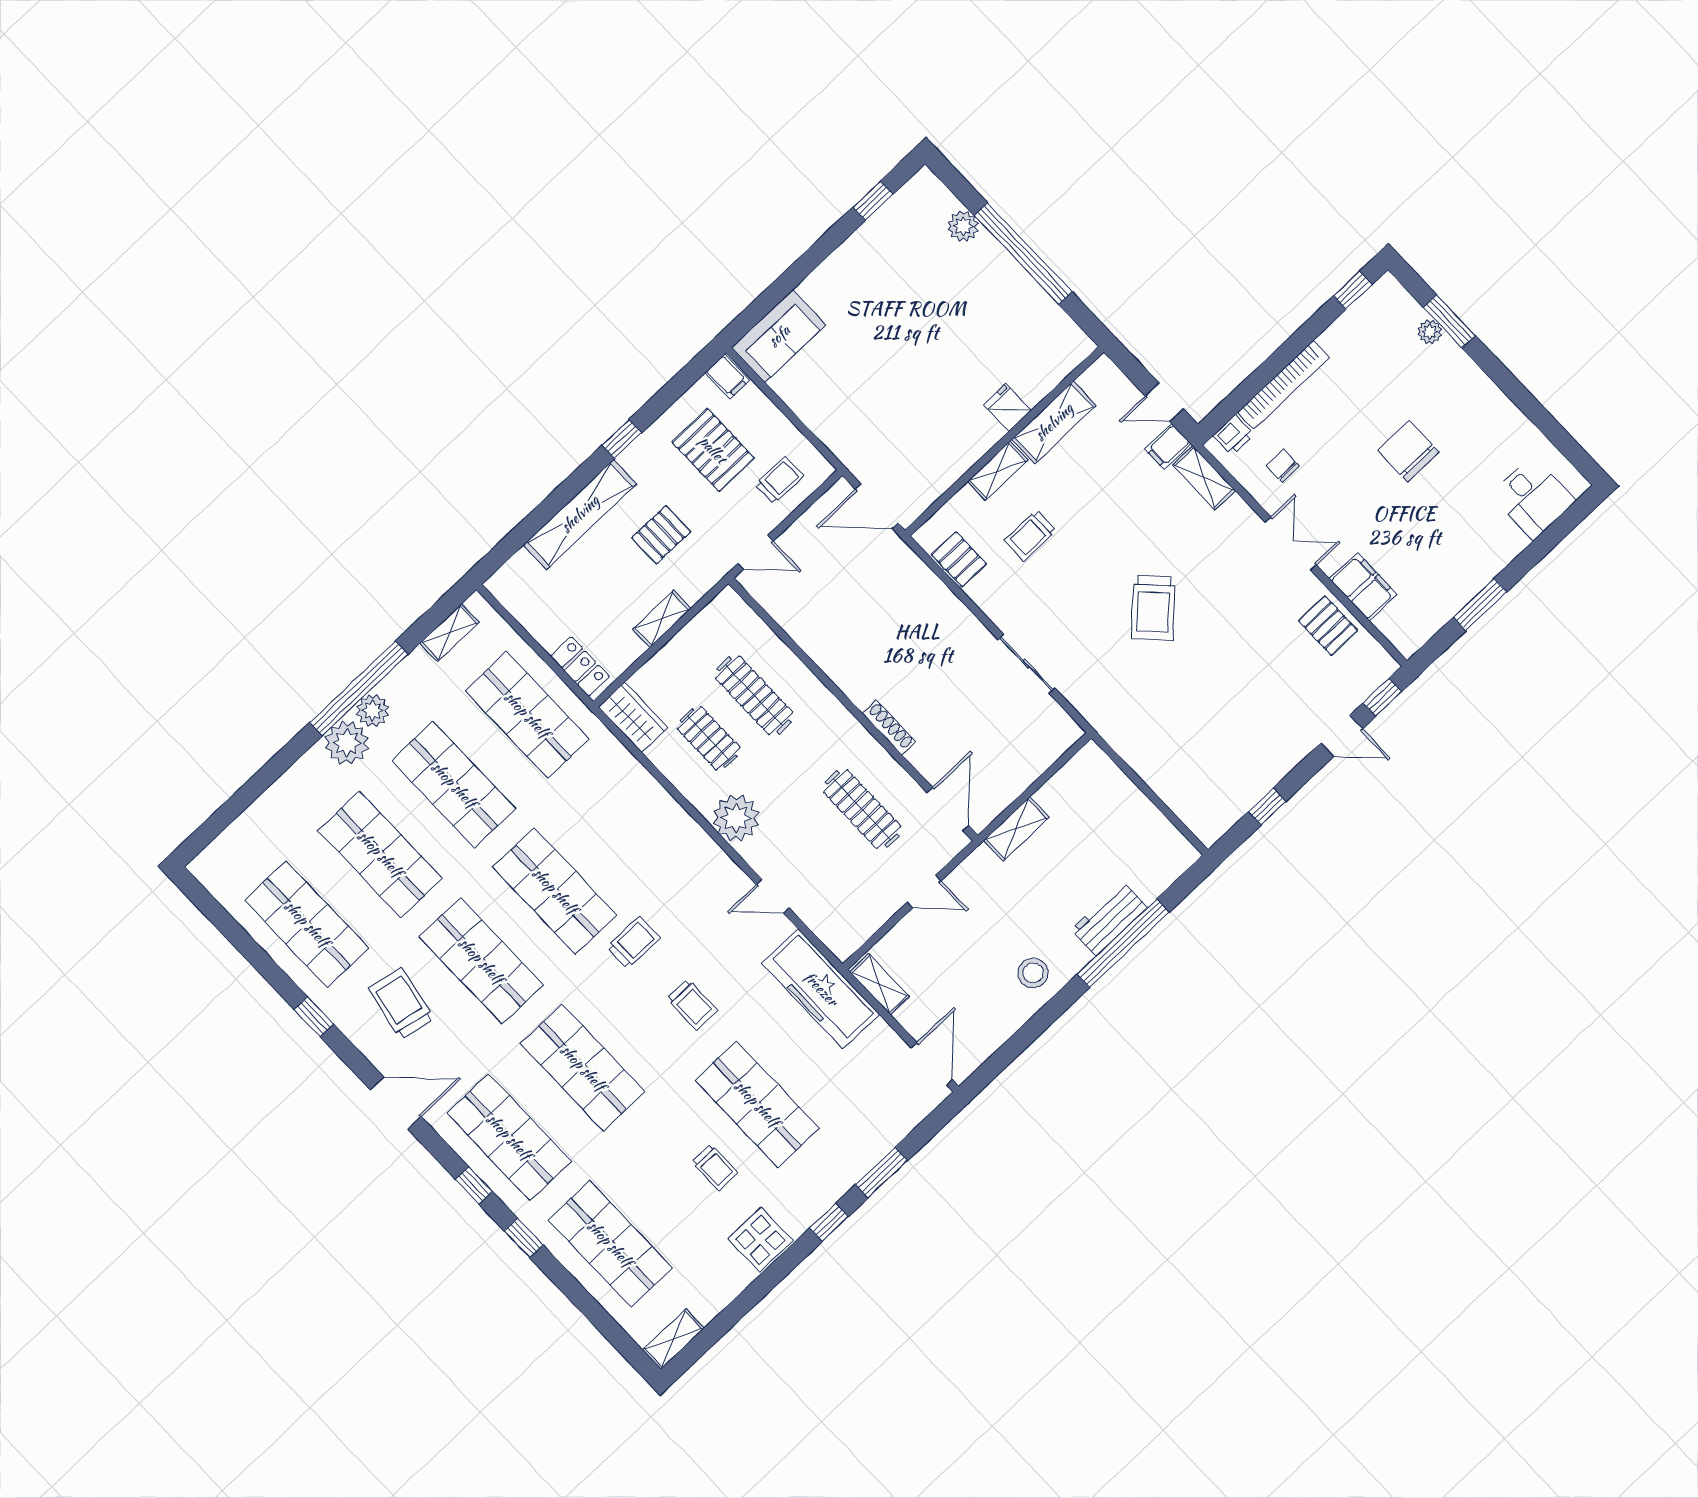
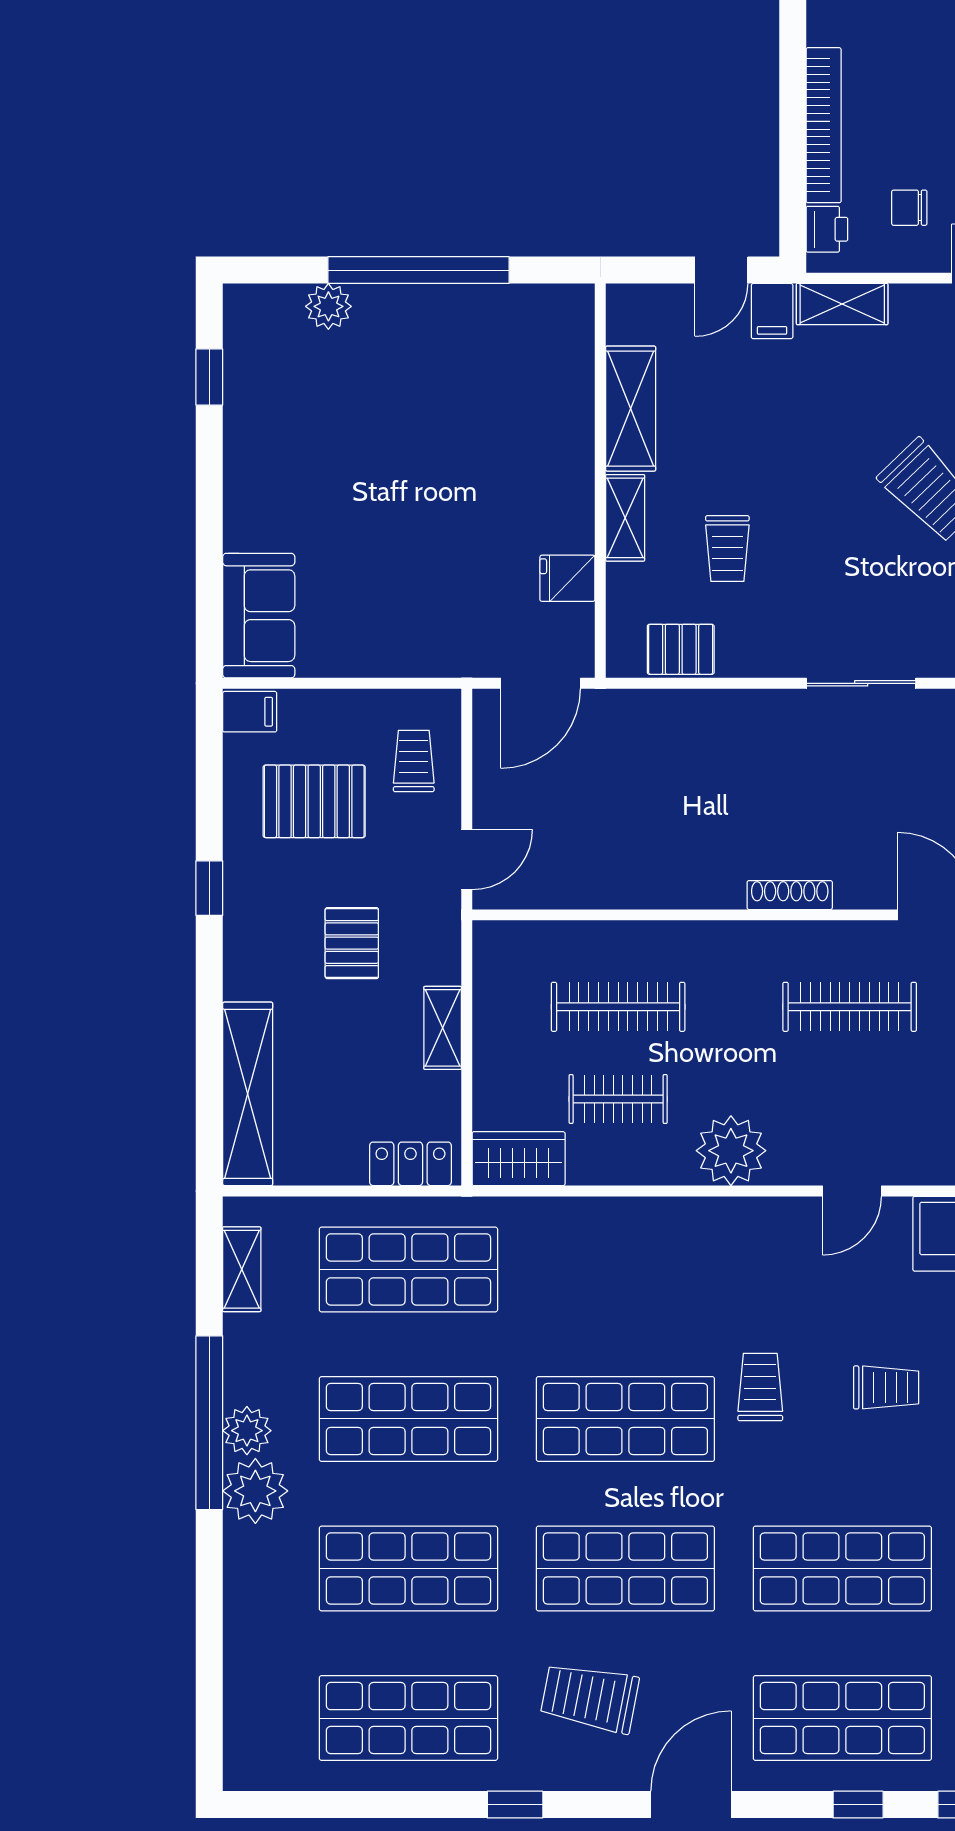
fridge: (1008, 407) -> (567, 578), moved
shelving: (580, 514) -> (248, 1094), moved

